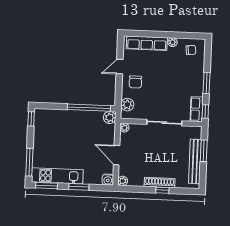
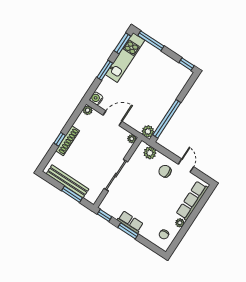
row of seats: (197, 109) -> (130, 222), moved

